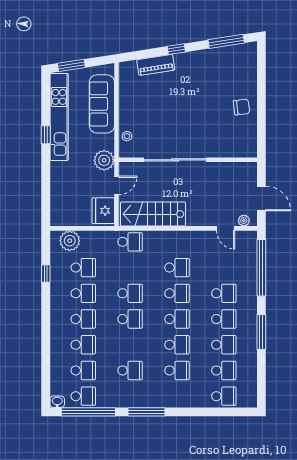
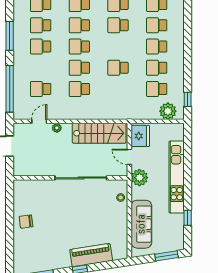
piano: (156, 65) -> (91, 255), width x1.37, depth x1.33
kitchen unit: (59, 117) -> (177, 177), moved
window: (46, 135) -> (188, 218), moved
door: (116, 185) -> (129, 157), hinge flipped
plant: (244, 221) -> (57, 128), moved
door: (226, 228) -> (39, 121), hinge flipped
school desk: (130, 242) -> (118, 110), removed
window: (46, 273) -> (188, 99), moved
school desk: (224, 293) -> (41, 89), moved
school desk: (130, 319) -> (118, 25), moved

